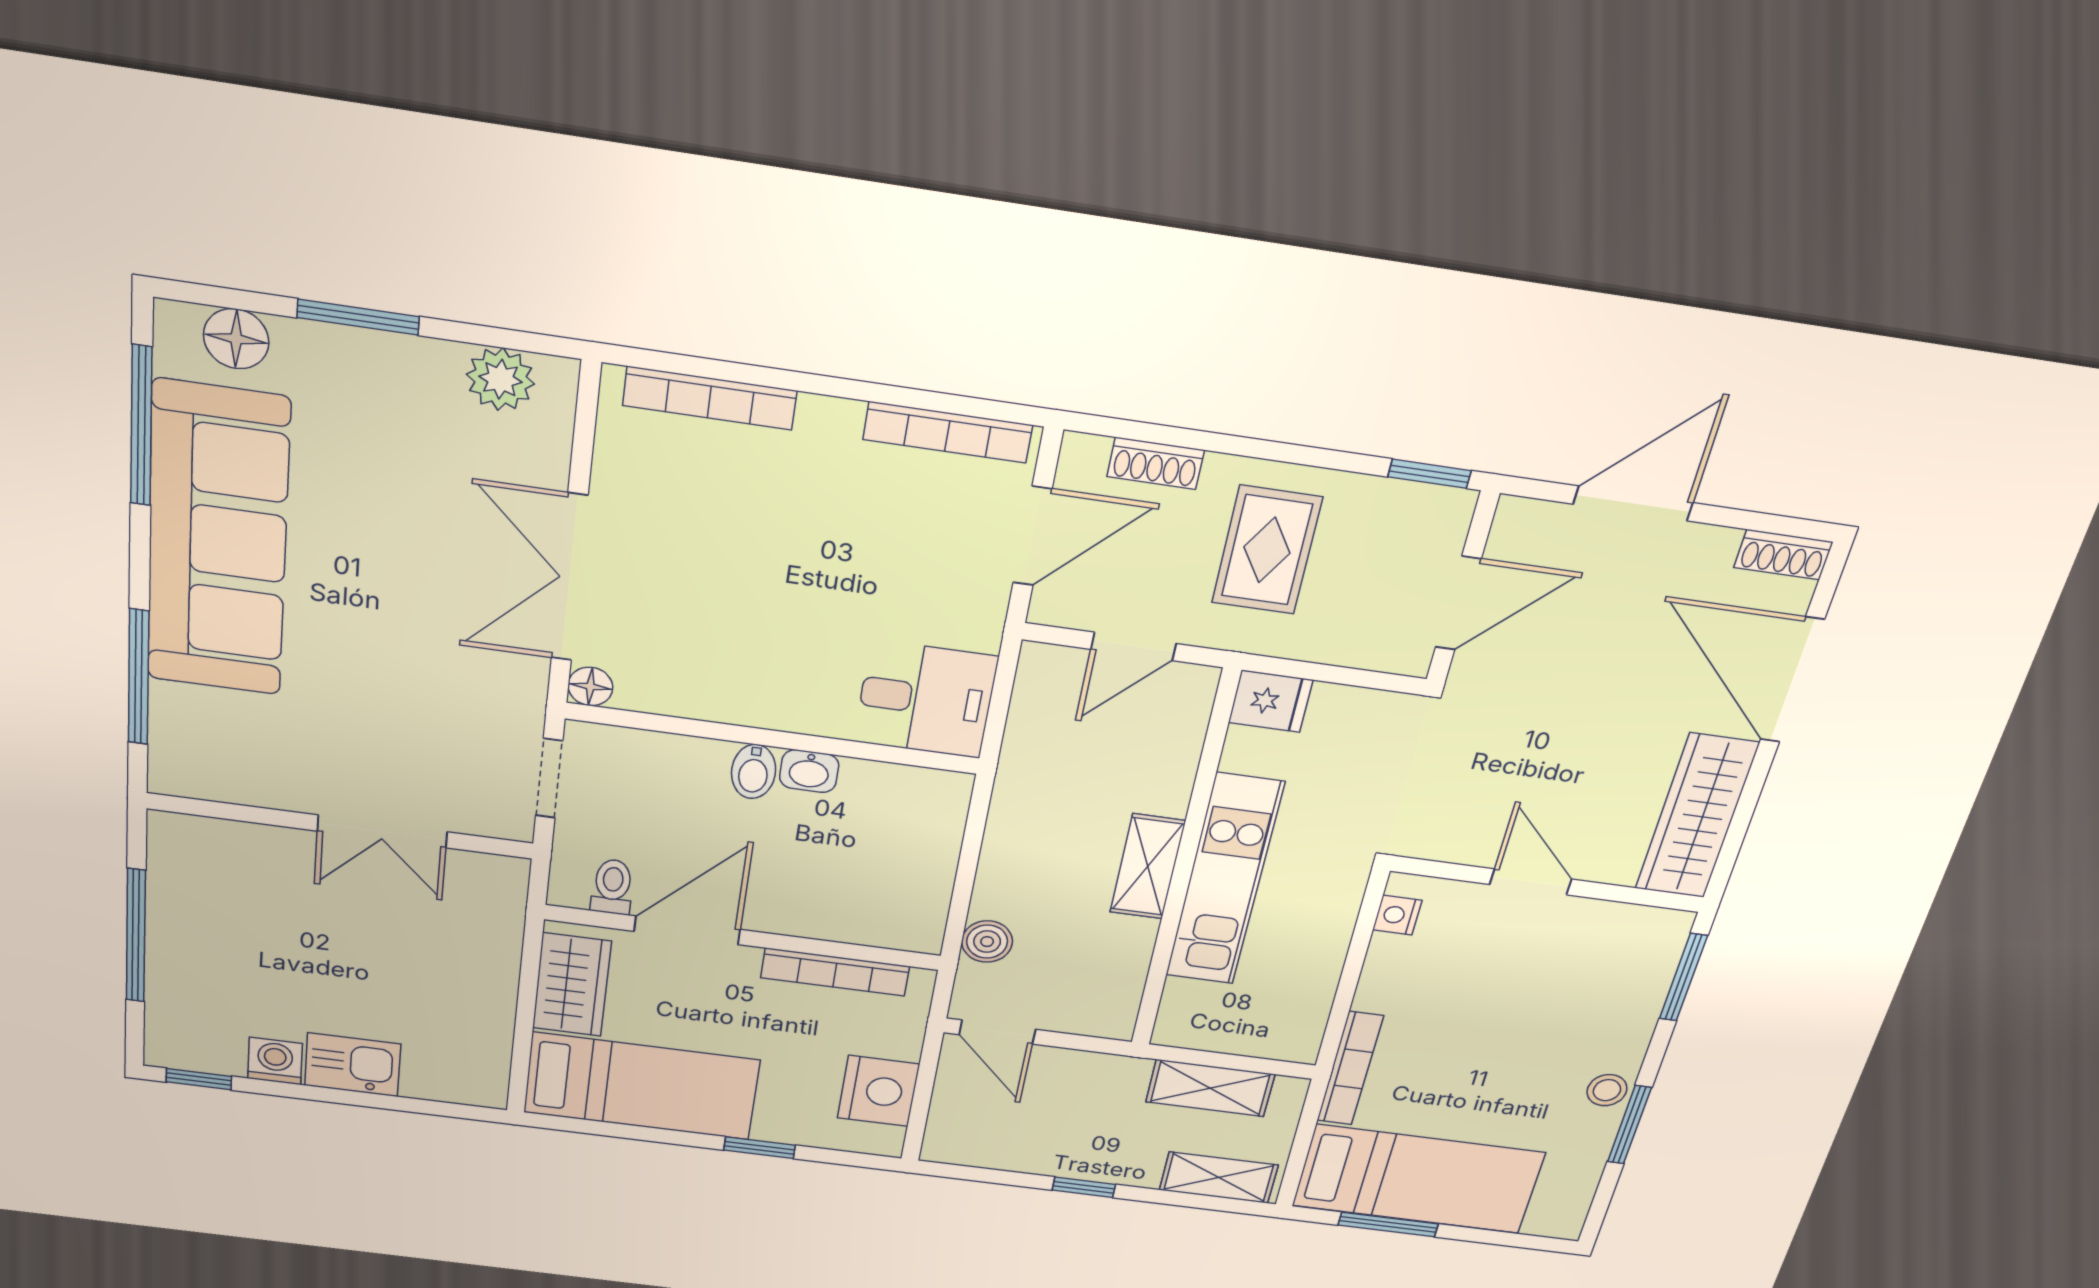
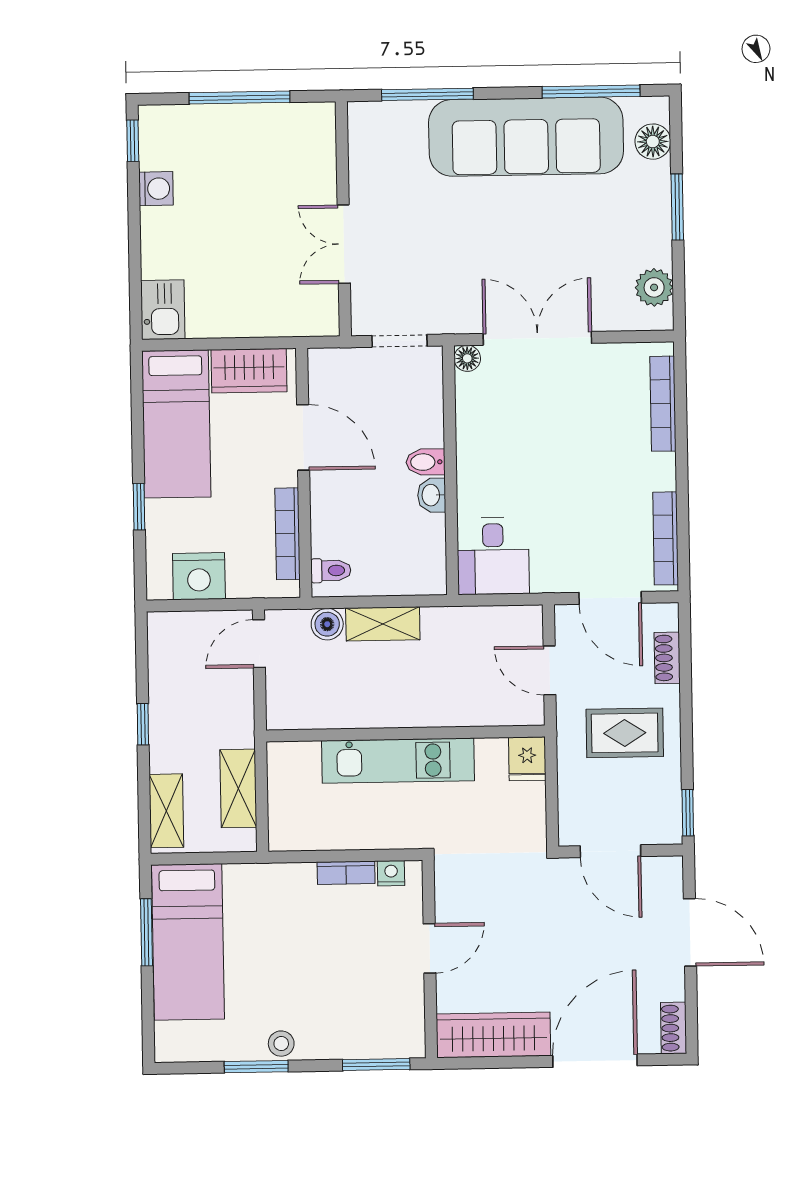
shelving: (1148, 867) -> (383, 624), moved
toilet: (612, 887) -> (331, 571), moved
kitchen sink: (353, 1065) -> (163, 310), moved
bookcase: (1350, 1068) -> (346, 873), moved, width x0.64

